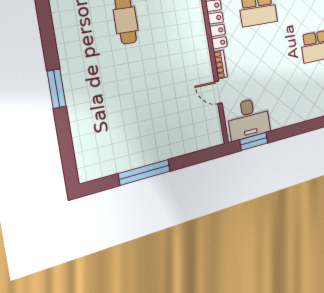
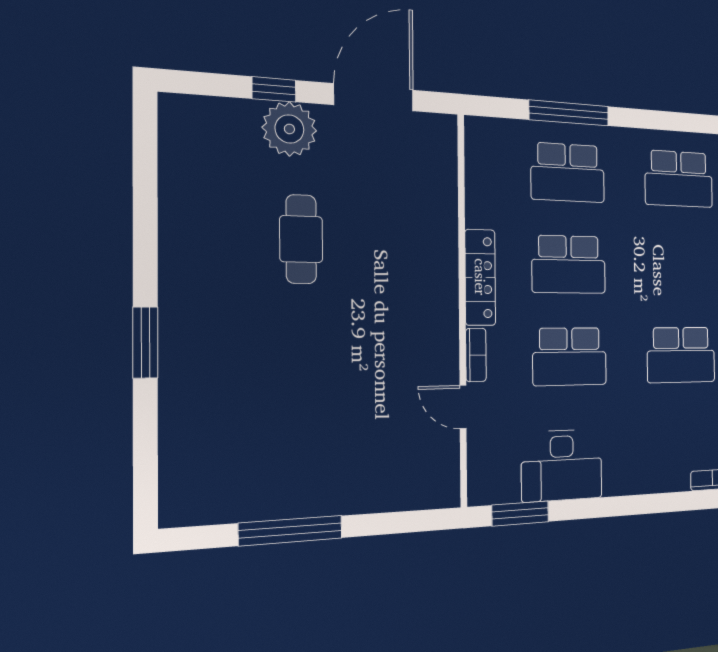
school desk: (265, 57) -> (570, 357), added
desk: (249, 119) -> (562, 465), moved

